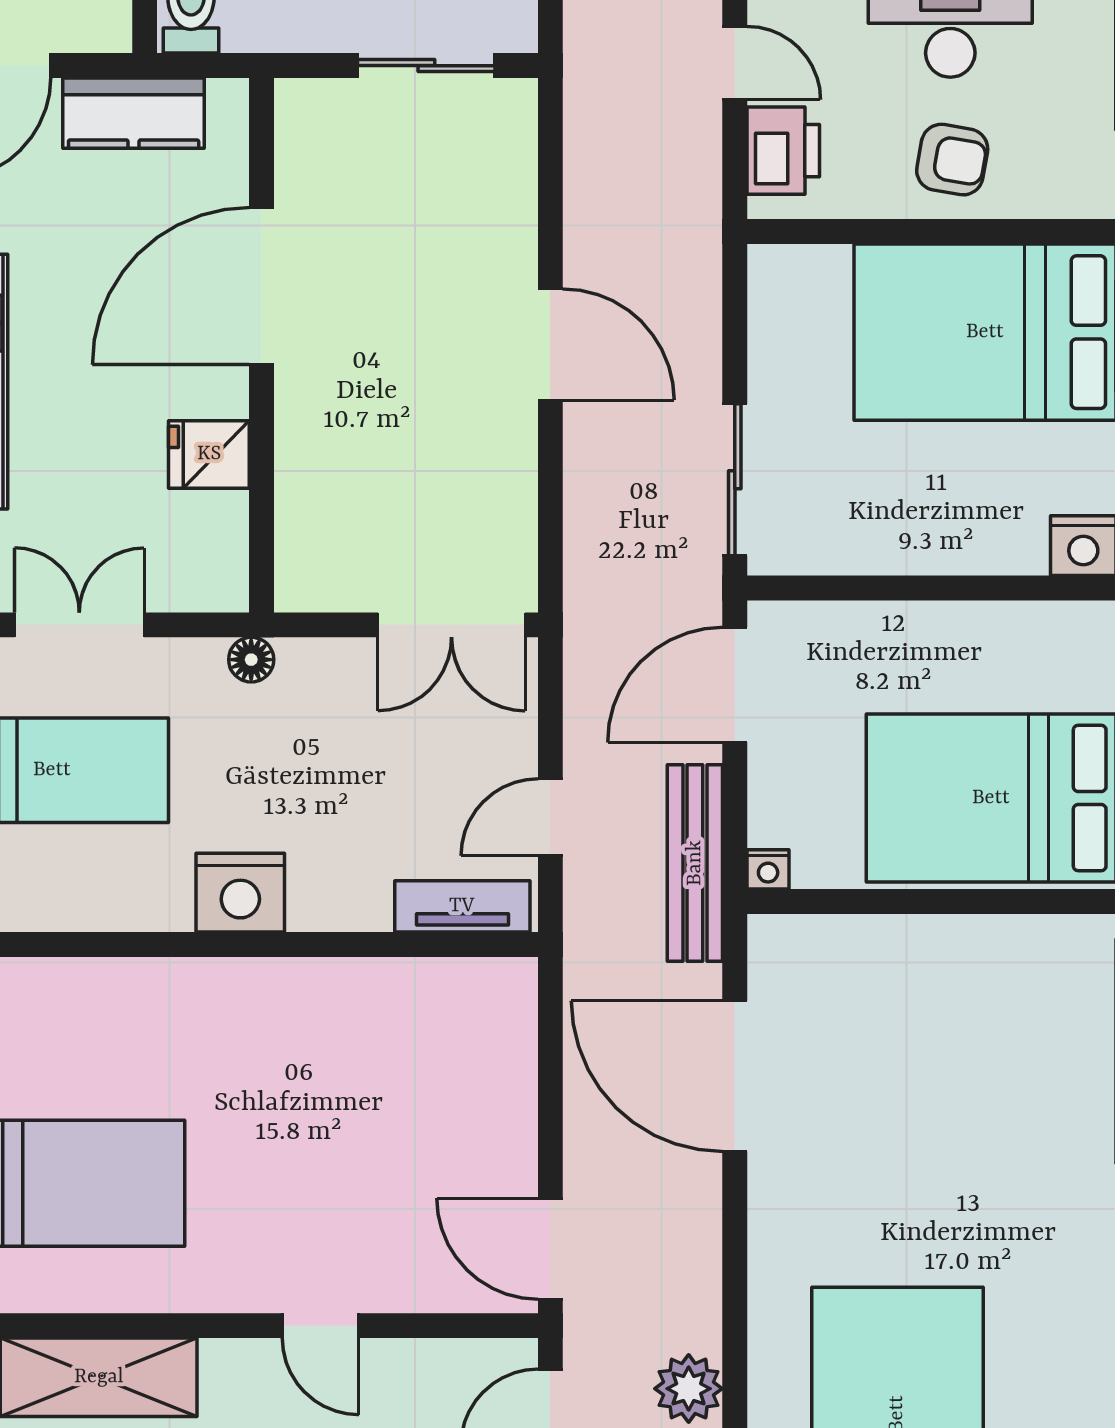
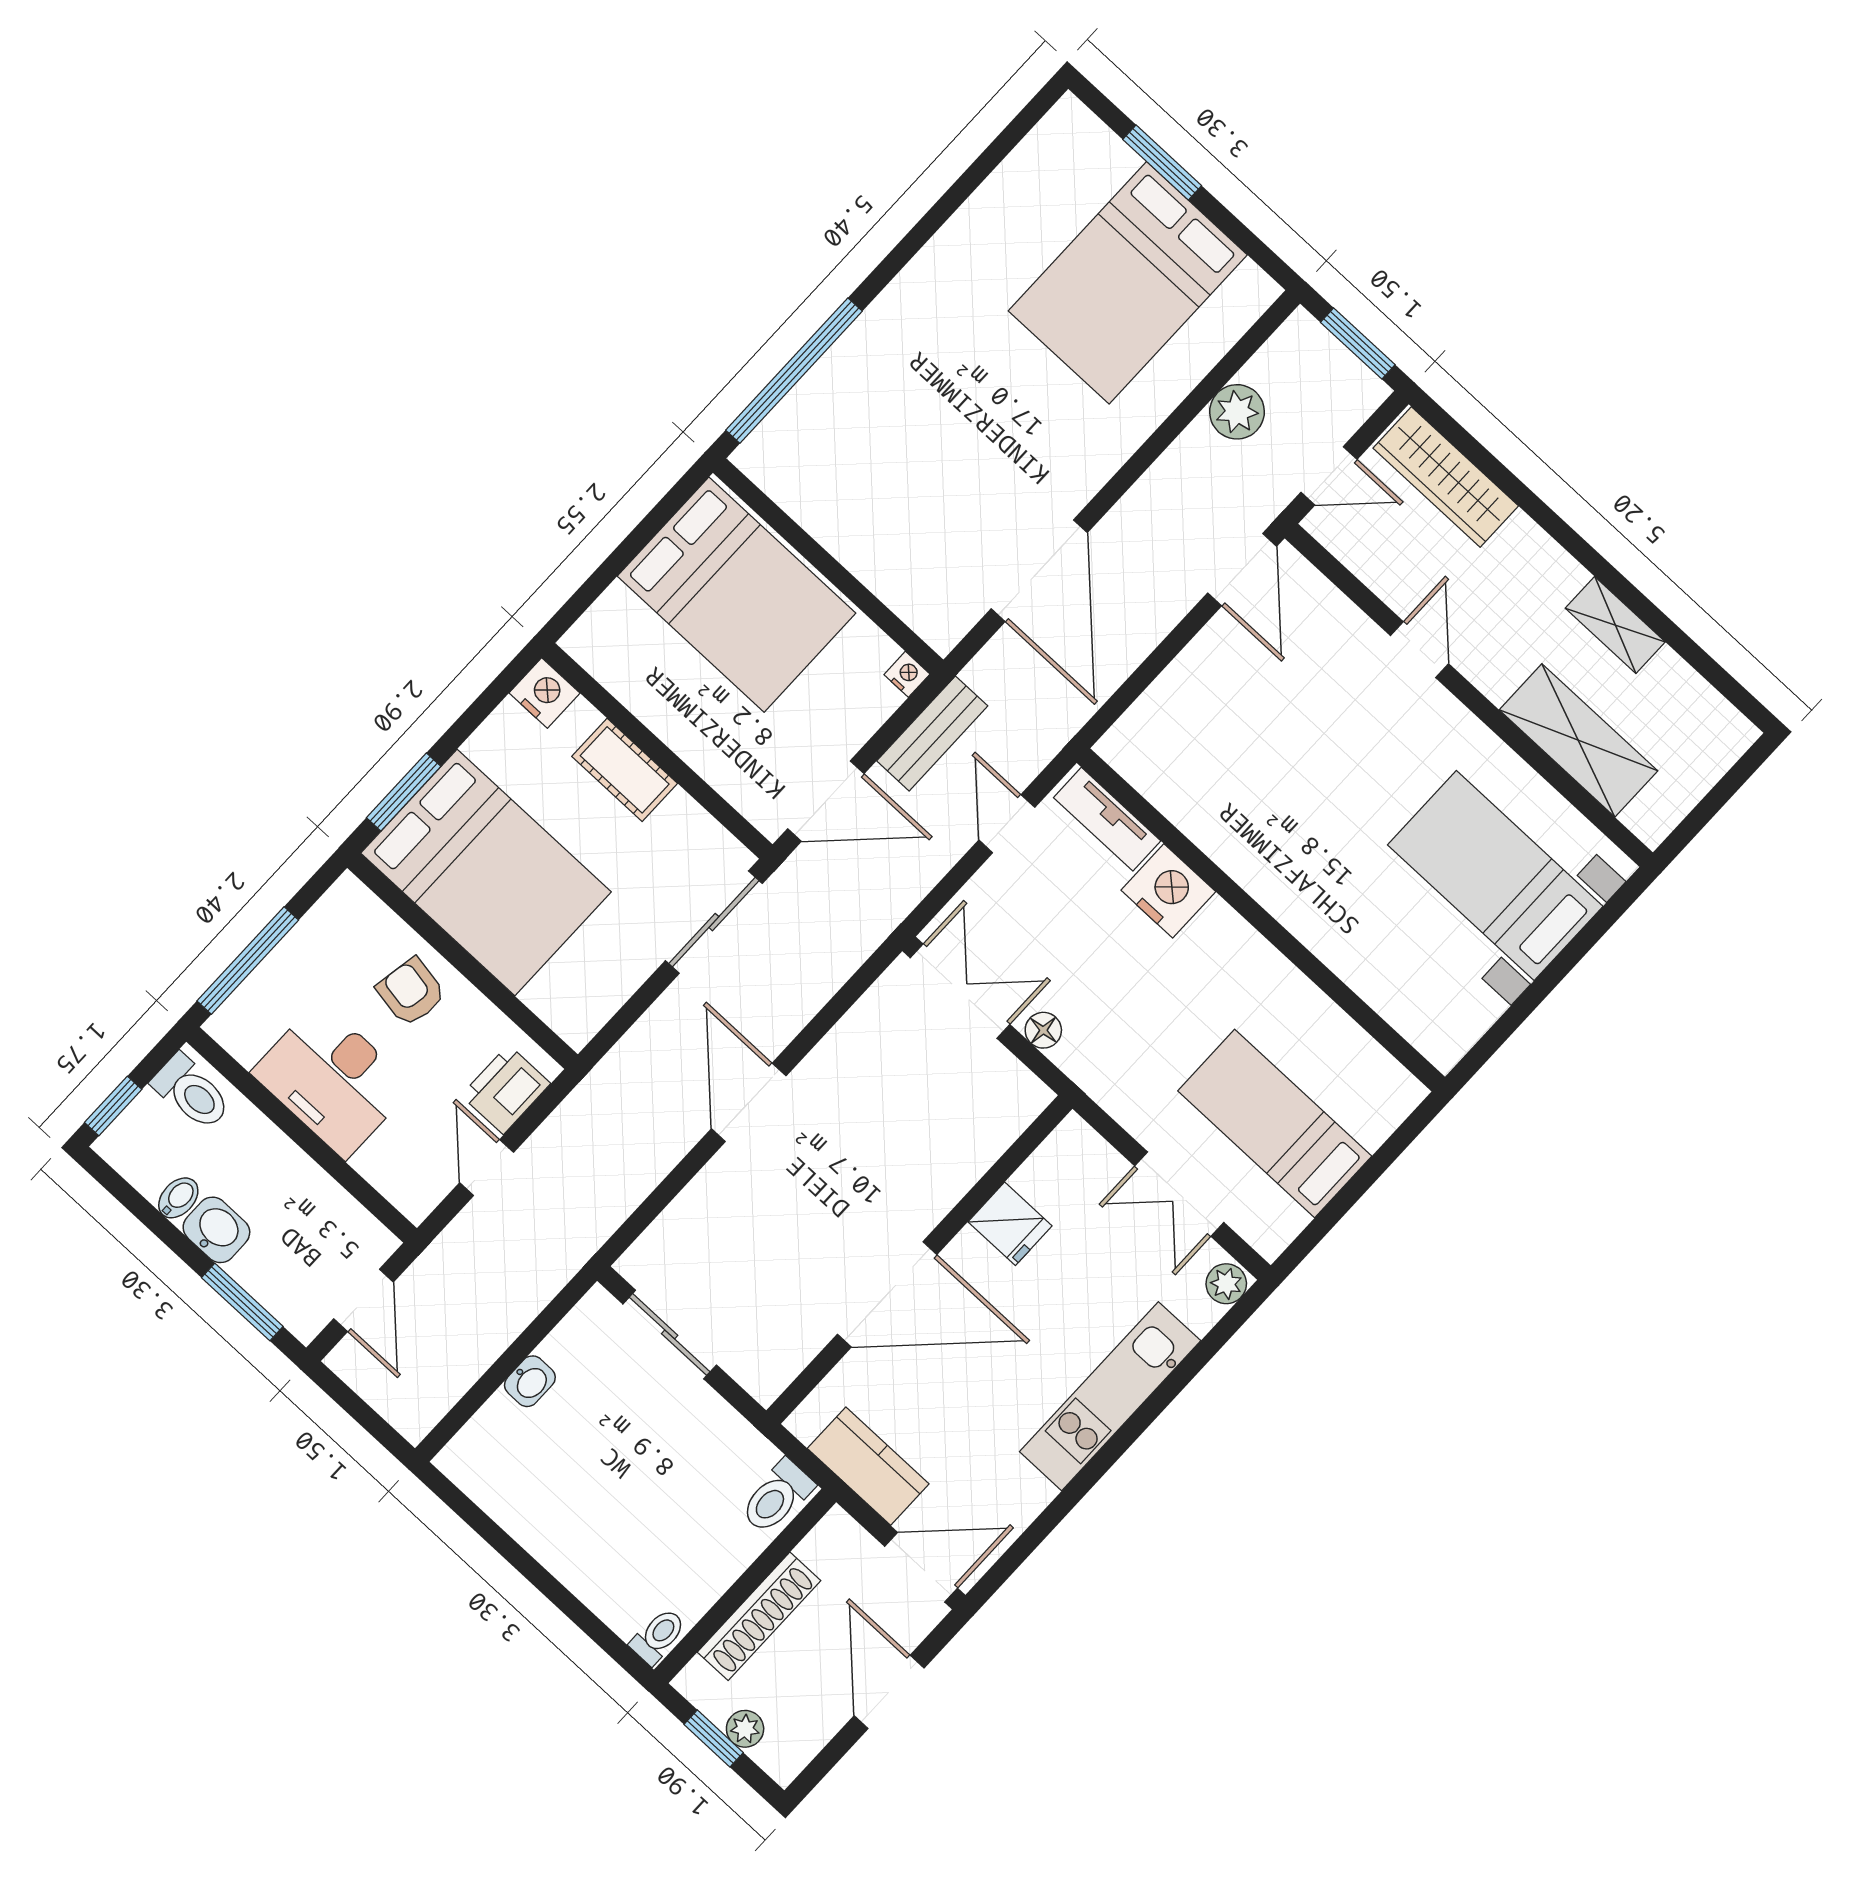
cot: (945, 543) -> (625, 770), added
floor lamp: (251, 660) -> (1043, 1030), moved
door: (550, 817) -> (1007, 824), swing flipped
bench: (695, 863) -> (932, 733), width x0.73
nightstand: (240, 893) -> (1168, 891), moved

